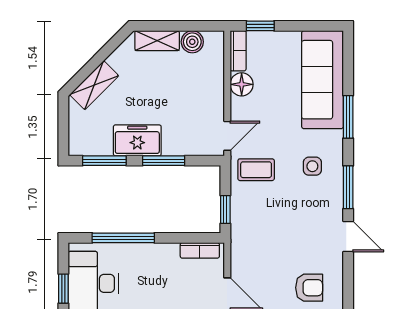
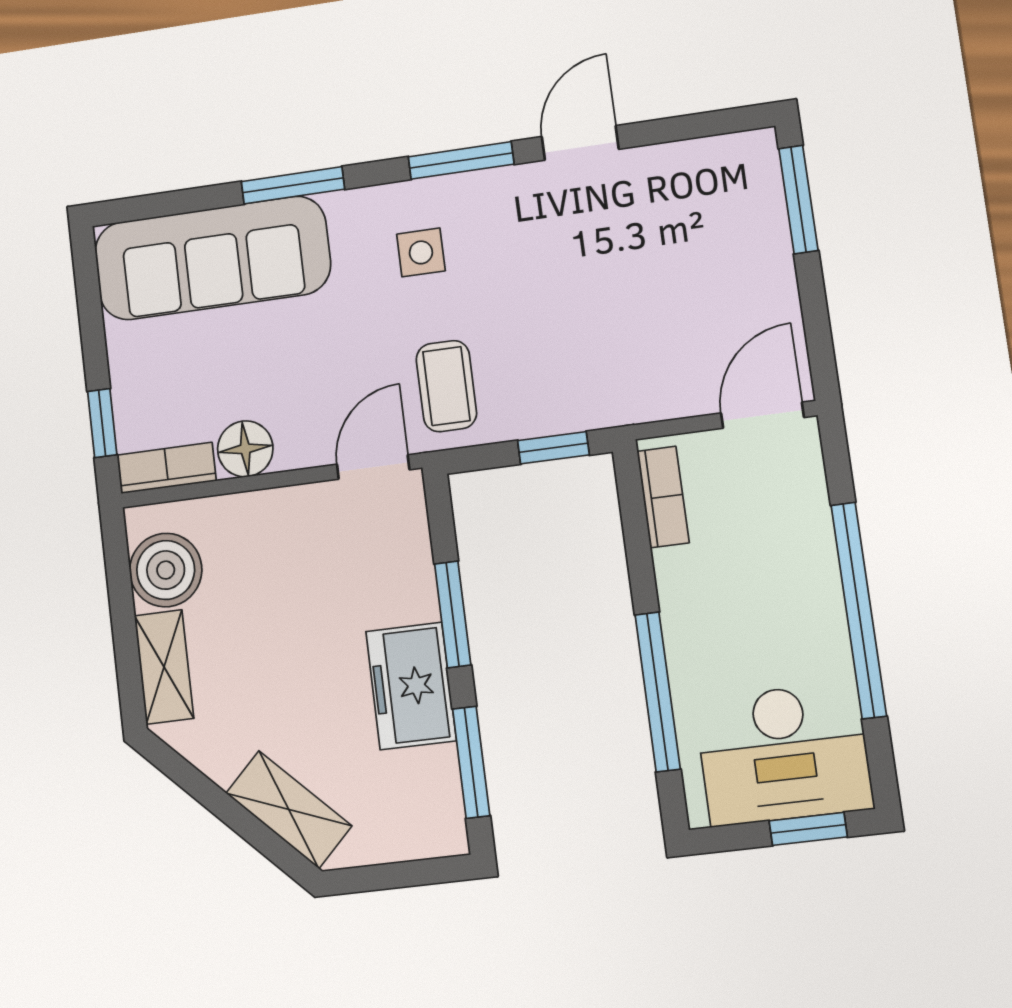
boiler: (192, 42) -> (166, 570), width x1.36, depth x1.36
door: (227, 136) -> (373, 467), hinge flipped
armchair: (309, 288) -> (719, 218), removed

